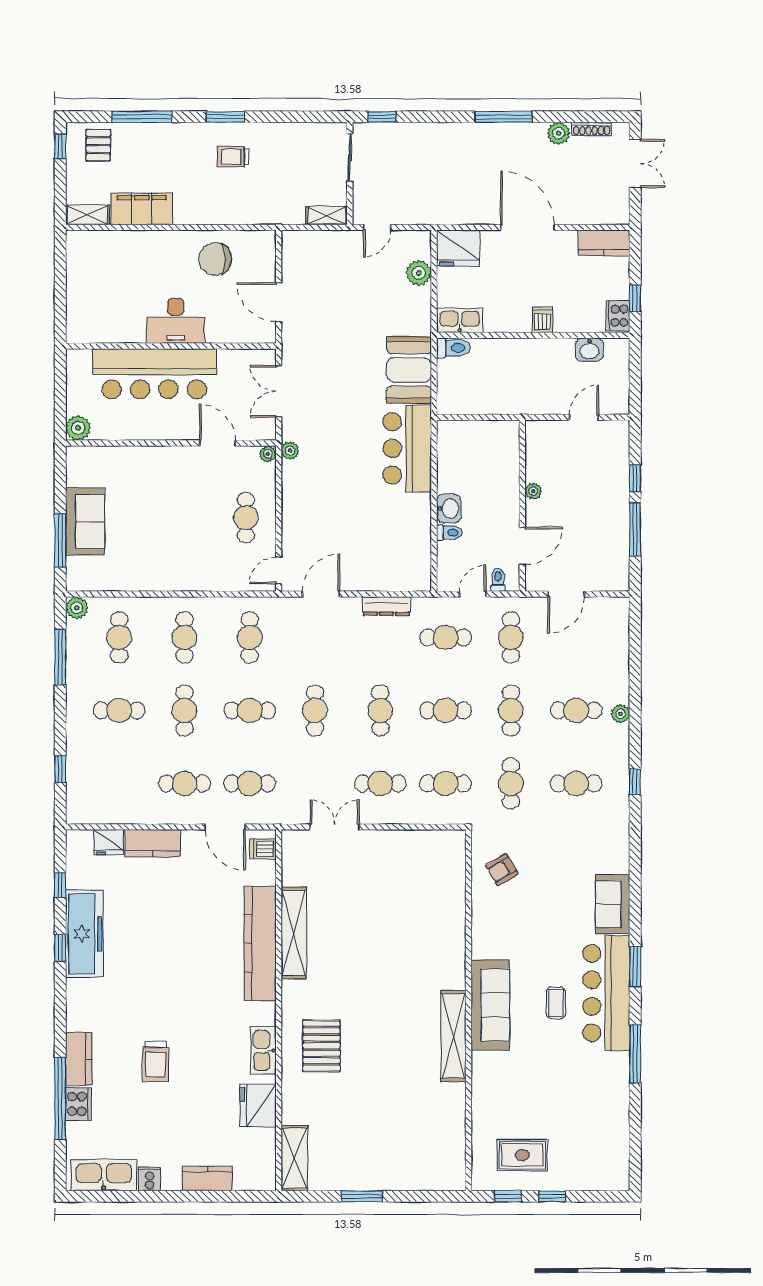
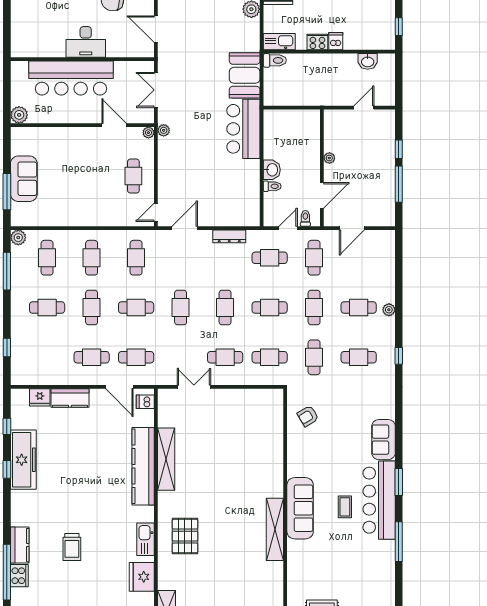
cooker: (618, 316) -> (317, 42), moved, turned 90

